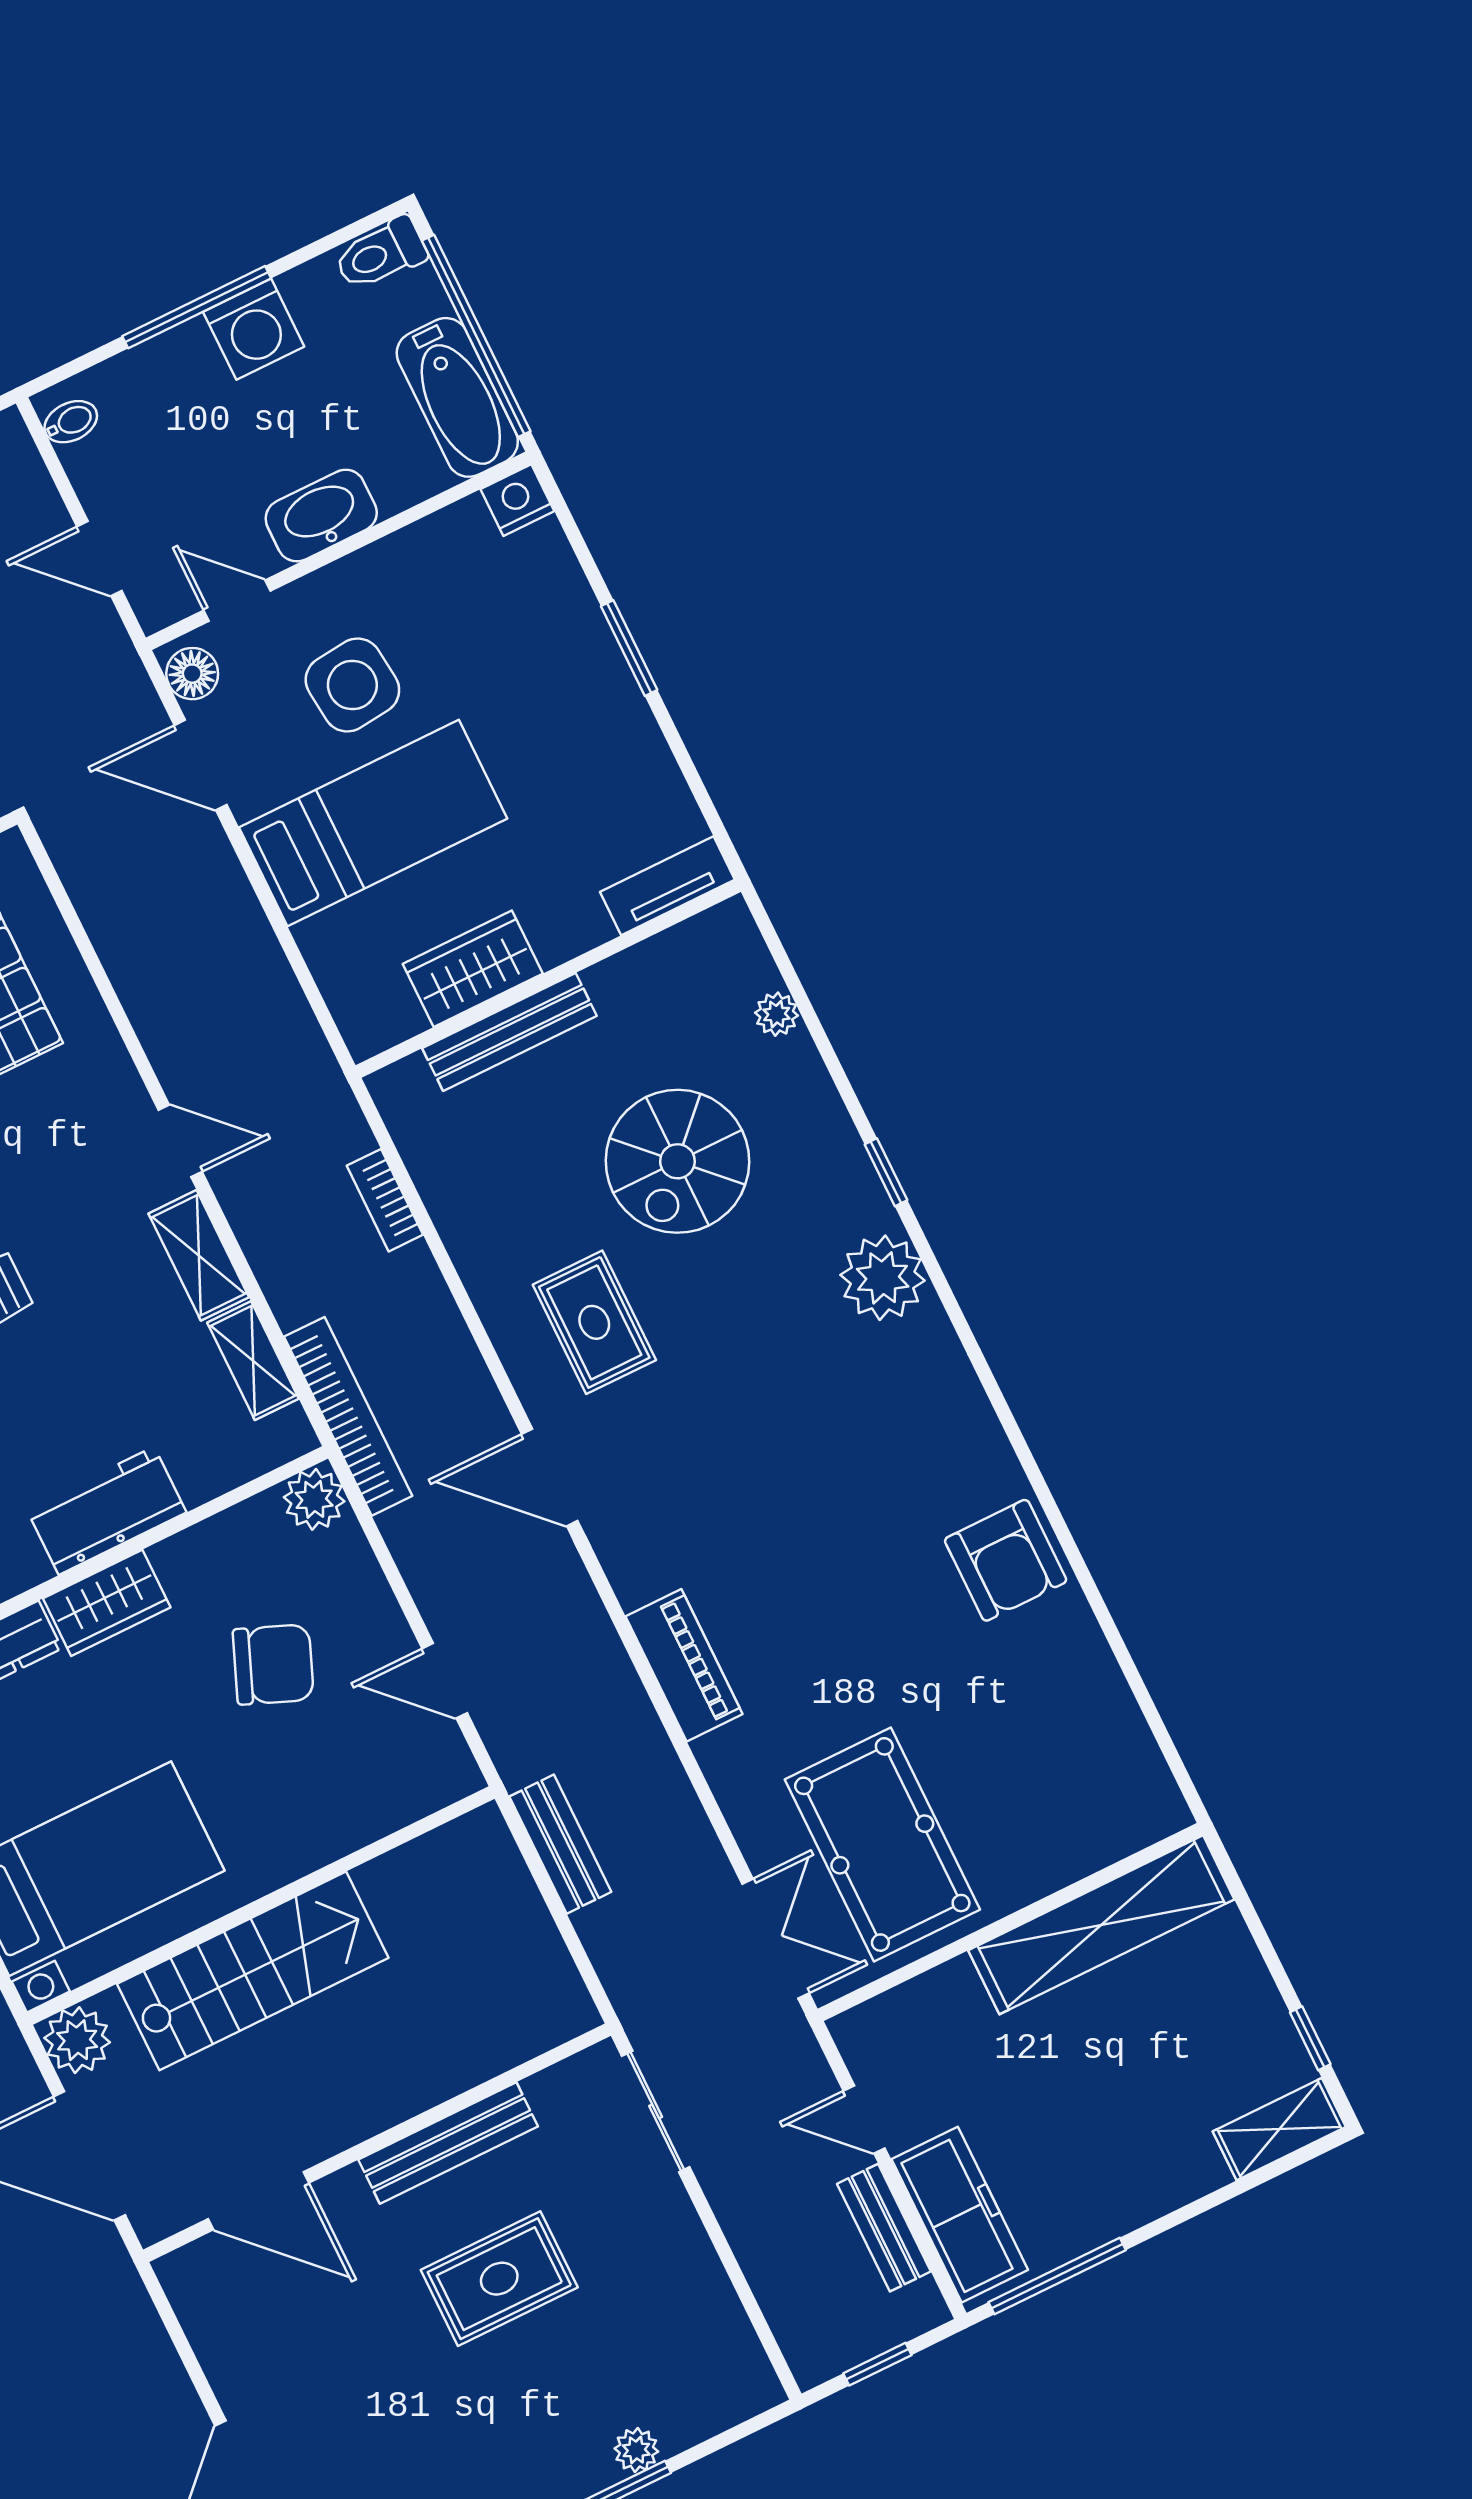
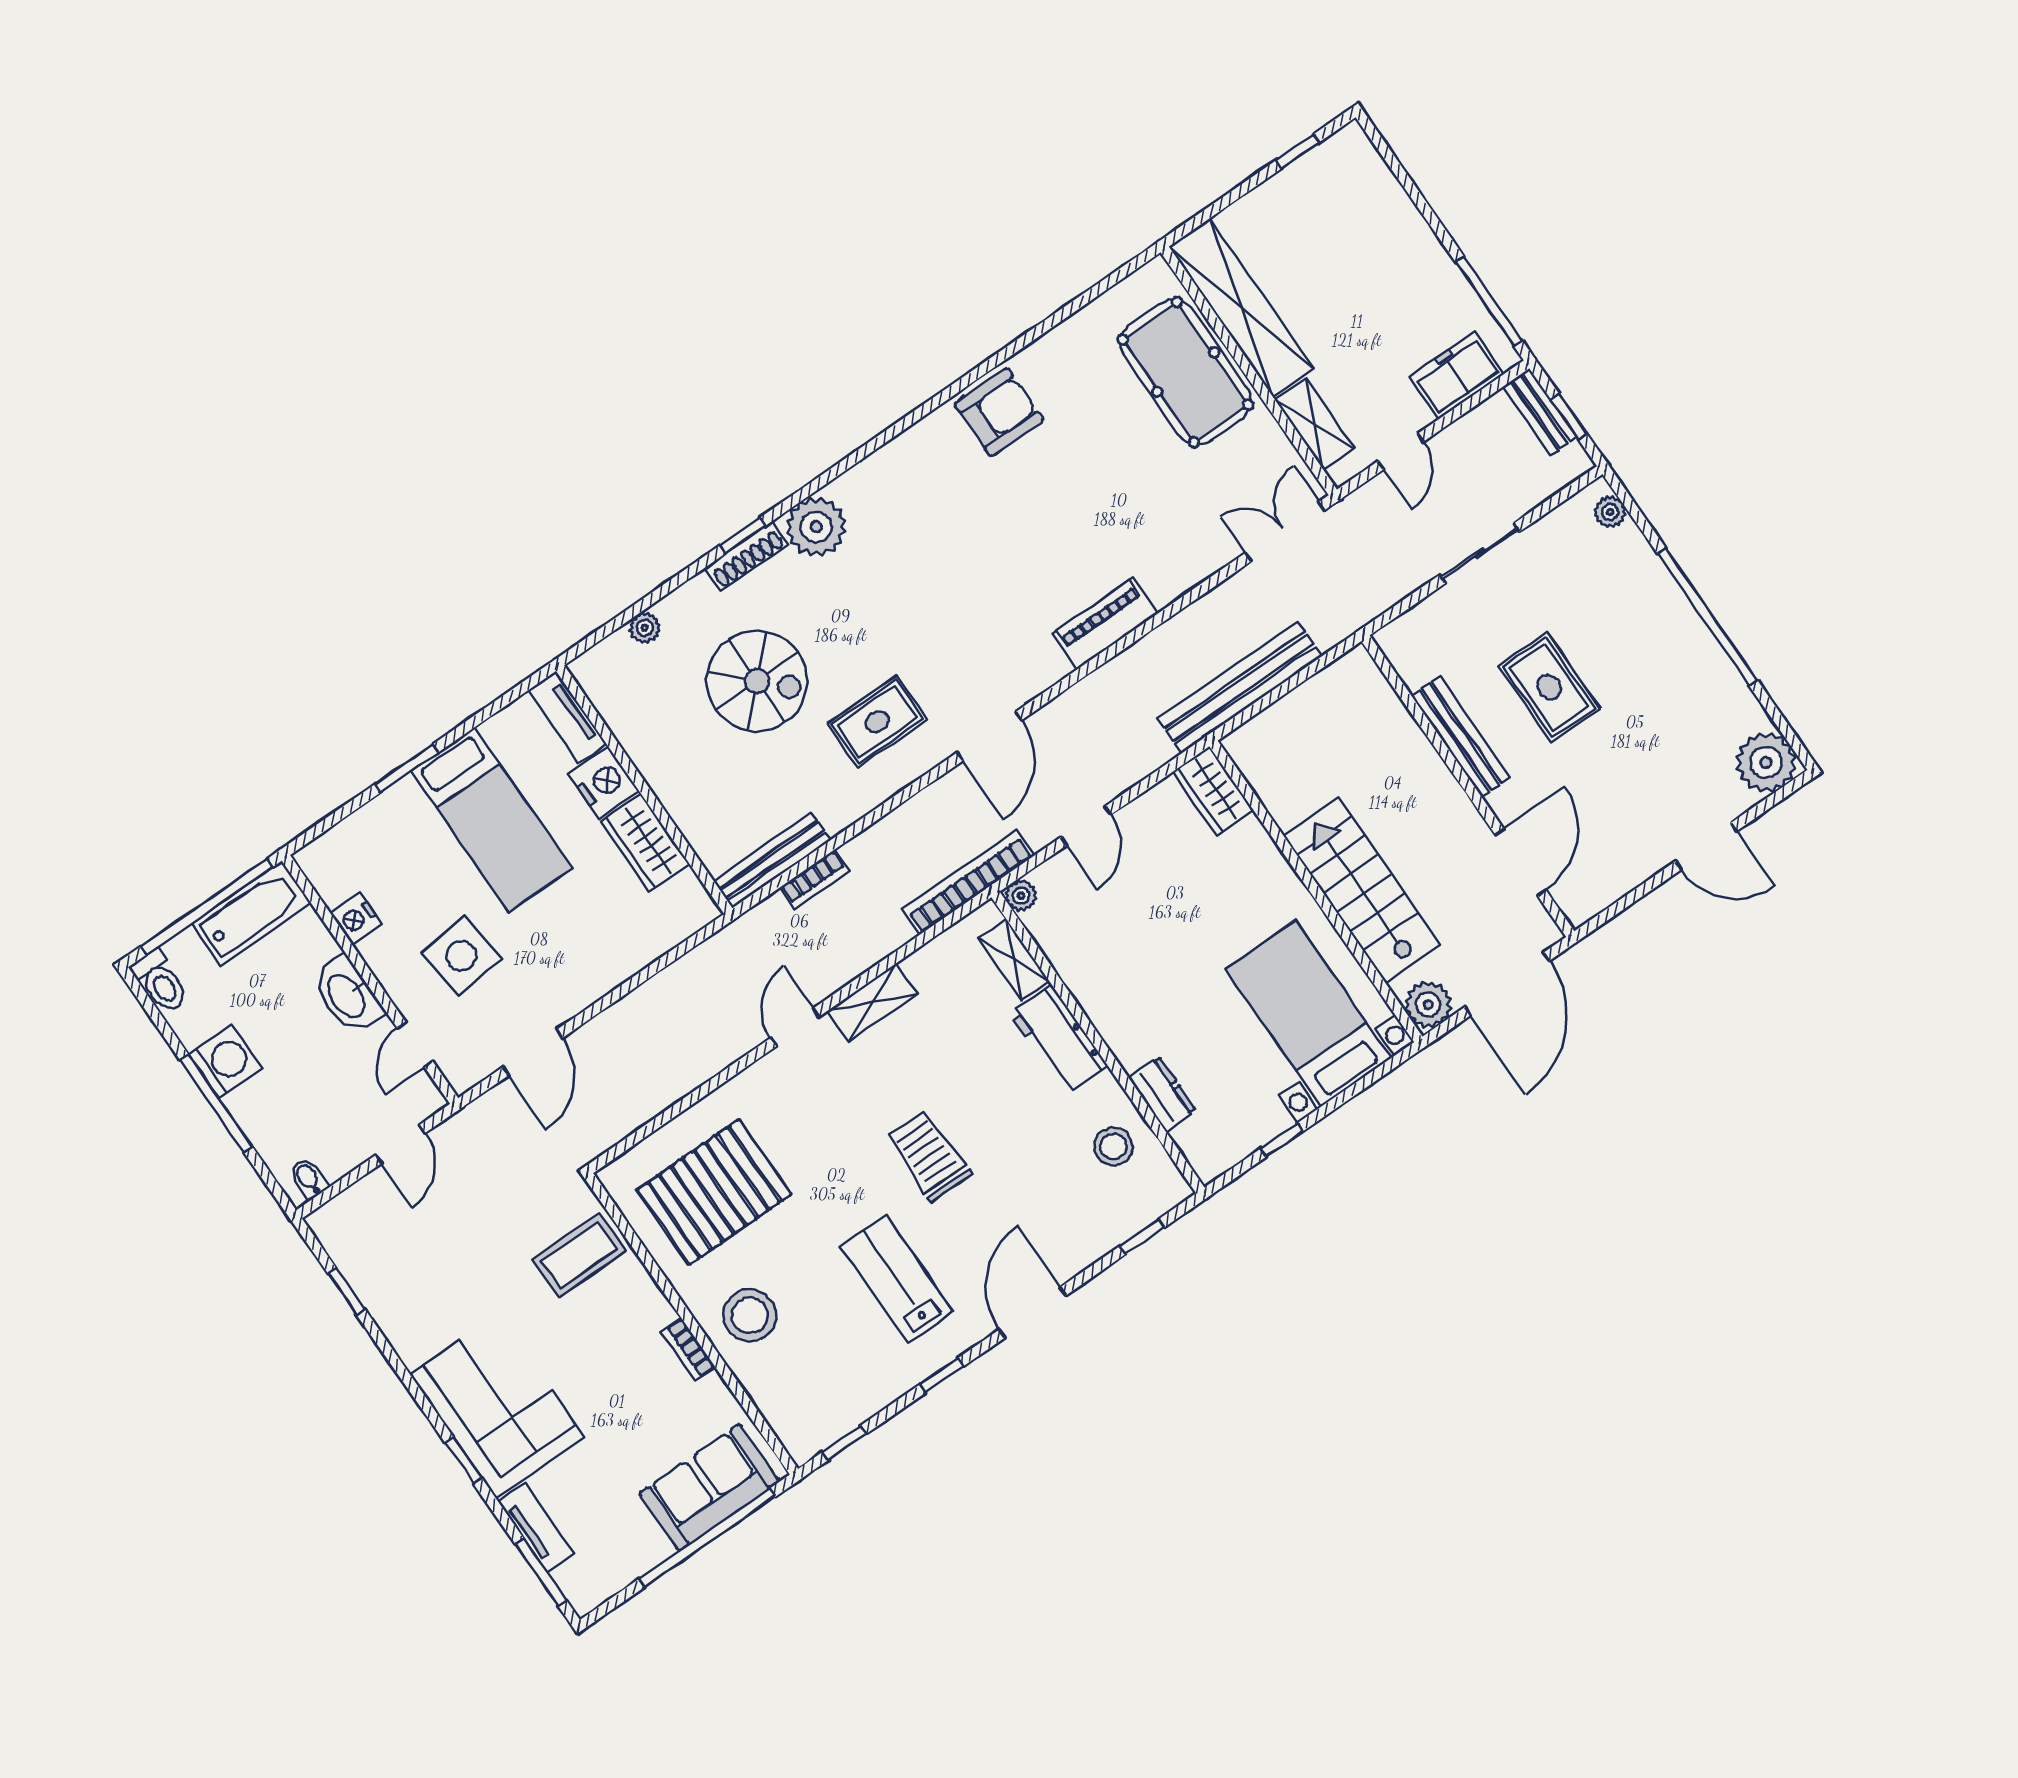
nightstand: (517, 500) -> (356, 919), moved
floor lamp: (192, 674) -> (470, 1068), removed
bed: (373, 823) -> (492, 820), moved, turned 180
nightstand: (567, 923) -> (604, 783), added
bench: (509, 1032) -> (772, 861), moved, turned 90
shoe rack: (856, 1173) -> (746, 556), added
shelving: (253, 1361) -> (1014, 960), moved, turned 90
plant: (314, 1499) -> (1021, 896), width x0.73, depth x0.73
wardrobe: (107, 1603) -> (1213, 791), moved, turned 180
chair: (273, 1664) -> (1148, 908), removed
door: (445, 1681) -> (1086, 826), moved
bench: (560, 1844) -> (1240, 688), width x1.86, depth x1.21
pool table: (882, 1844) -> (1185, 372), moved, turned 90
sliding door: (656, 2111) -> (1480, 553), moved
shelving: (1279, 2129) -> (1315, 424), moved
freezer: (960, 2215) -> (1457, 375), width x0.71
bench: (884, 2228) -> (1540, 412), moved, turned 90
plant: (636, 2450) -> (1610, 512), moved

